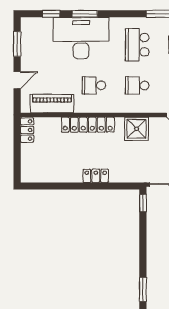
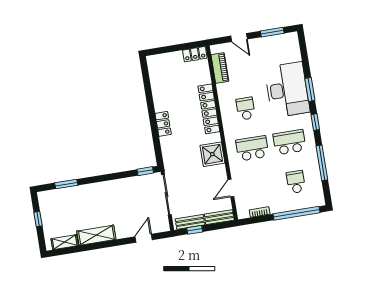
window: (51, 14) -> (315, 122), moved
school desk: (137, 85) -> (252, 148), width x1.85
piano: (52, 104) -> (220, 68), width x0.73, depth x0.75

